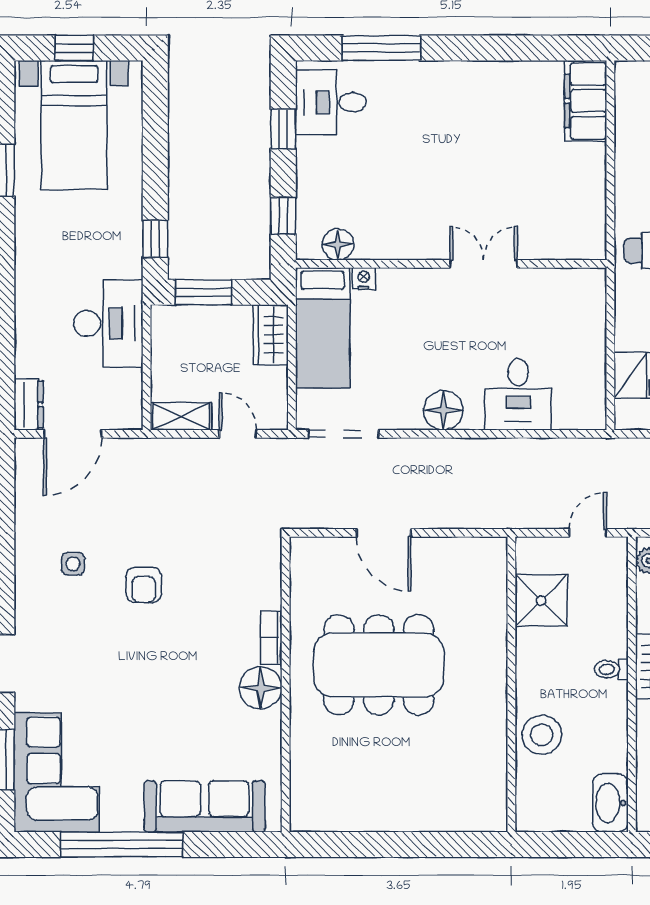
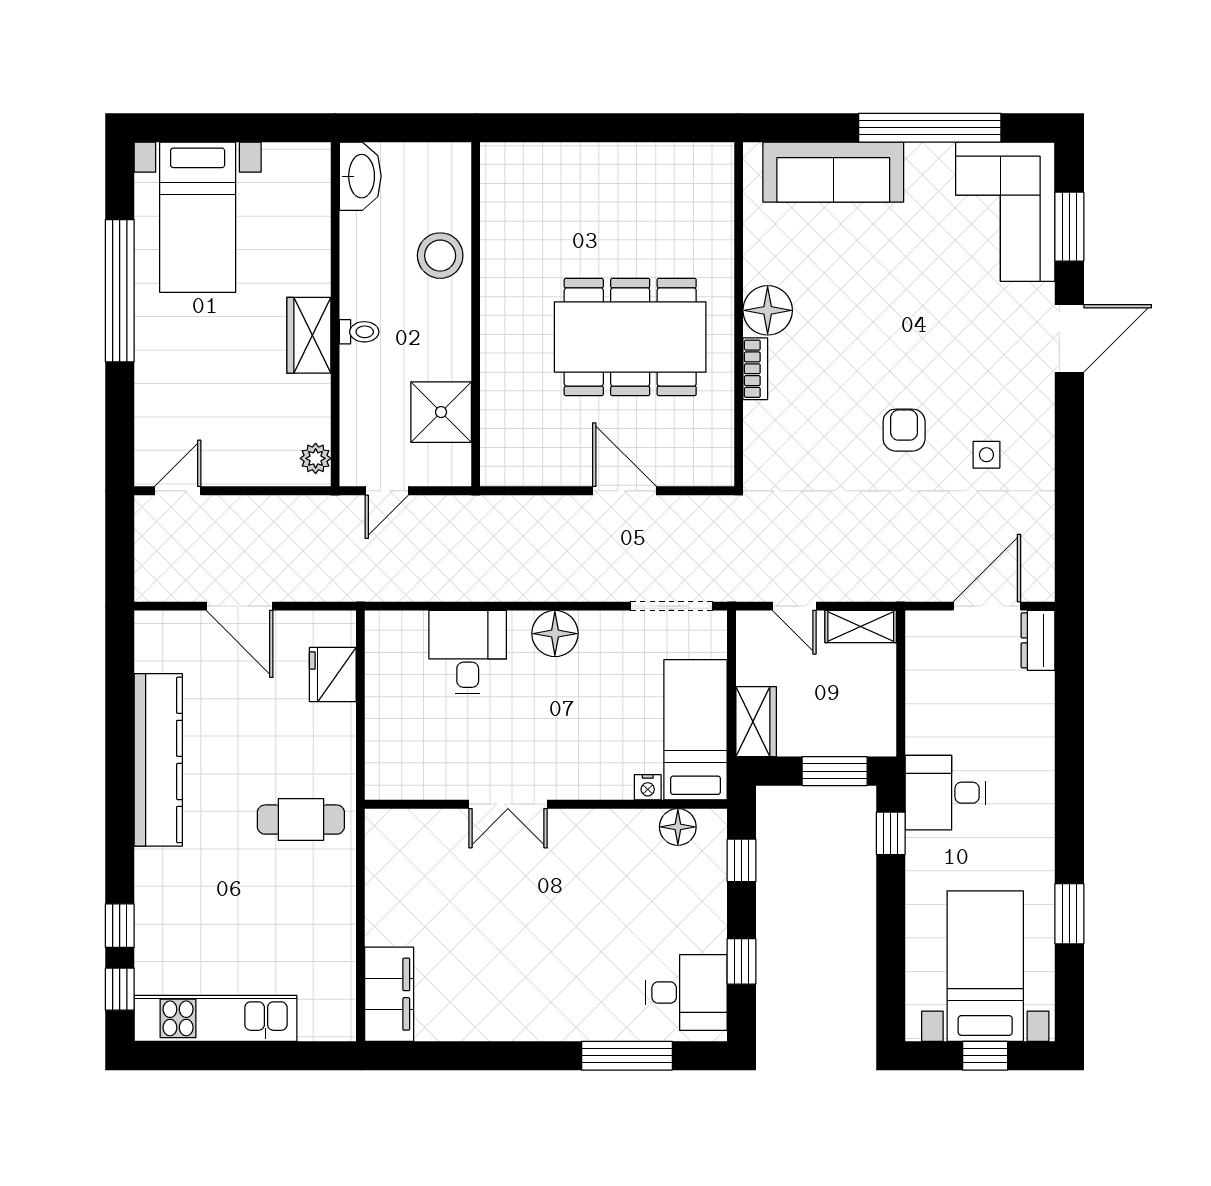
desk: (108, 323) -> (945, 793), moved, width x0.73

